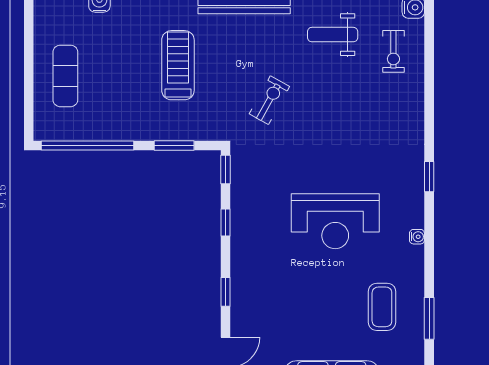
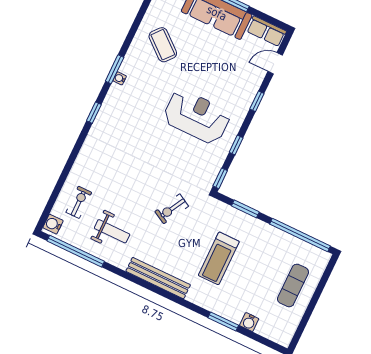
reception desk: (335, 221) -> (197, 117), moved
coffee table: (382, 307) -> (163, 45), turned -50
window: (429, 318) -> (115, 69), moved

